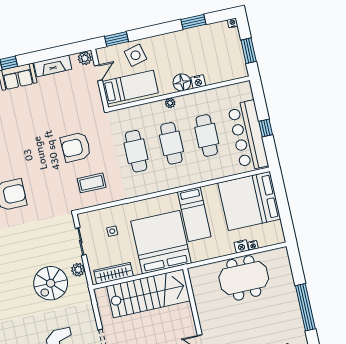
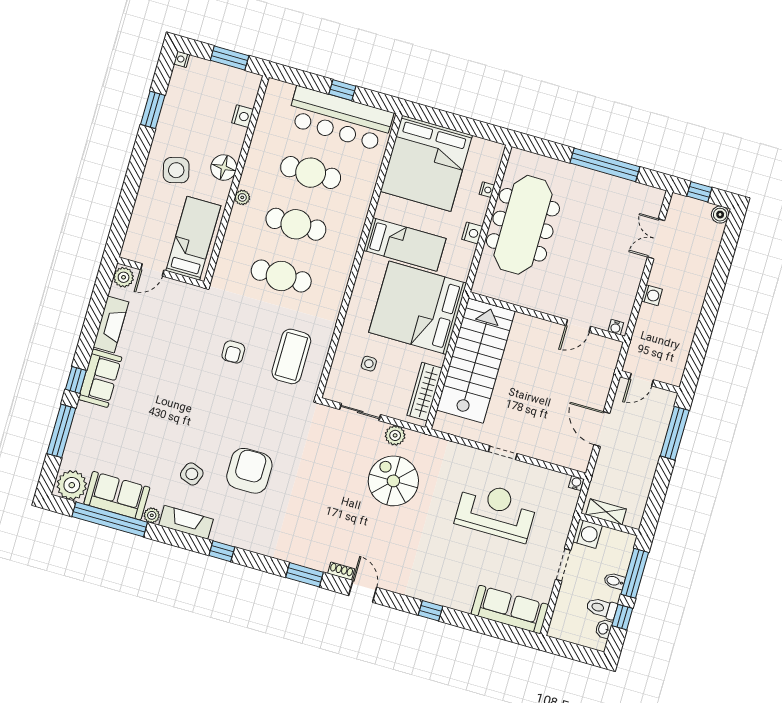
window: (117, 39) -> (121, 222), removed
side table: (136, 55) -> (176, 170), moved
door: (98, 73) -> (152, 270), swing flipped
nightstand: (198, 82) -> (243, 116), moved
armchair: (76, 147) -> (233, 352), width x0.53, depth x0.53
coffee table: (92, 183) -> (291, 356), width x1.36, depth x1.32
nightstand: (241, 246) -> (472, 233), moved
meeting table: (244, 278) -> (523, 225), width x1.36
spiral stairs: (51, 283) -> (393, 481), turned 180

